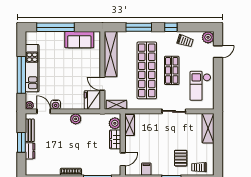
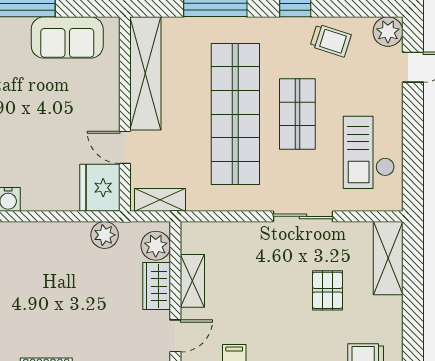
plant: (76, 119) -> (105, 235), moved
shelving: (130, 125) -> (192, 281), moved
pallet: (181, 158) -> (327, 290), moved

